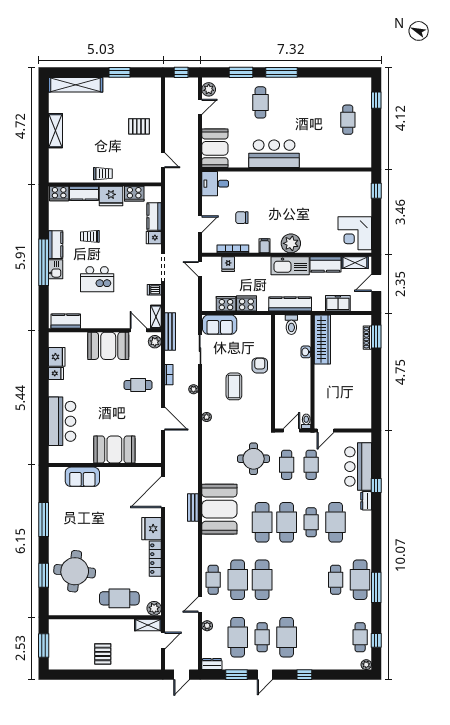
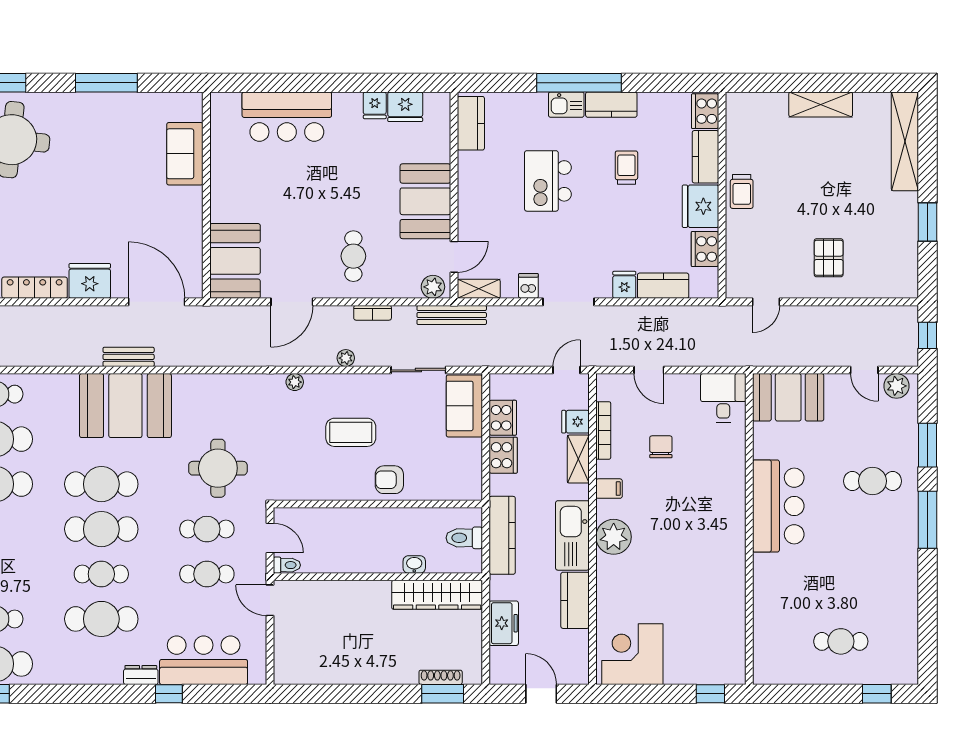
shelving: (355, 263) -> (578, 459), moved
armchair: (260, 365) -> (389, 480), turned 180
booth: (114, 450) -> (235, 261), moved

